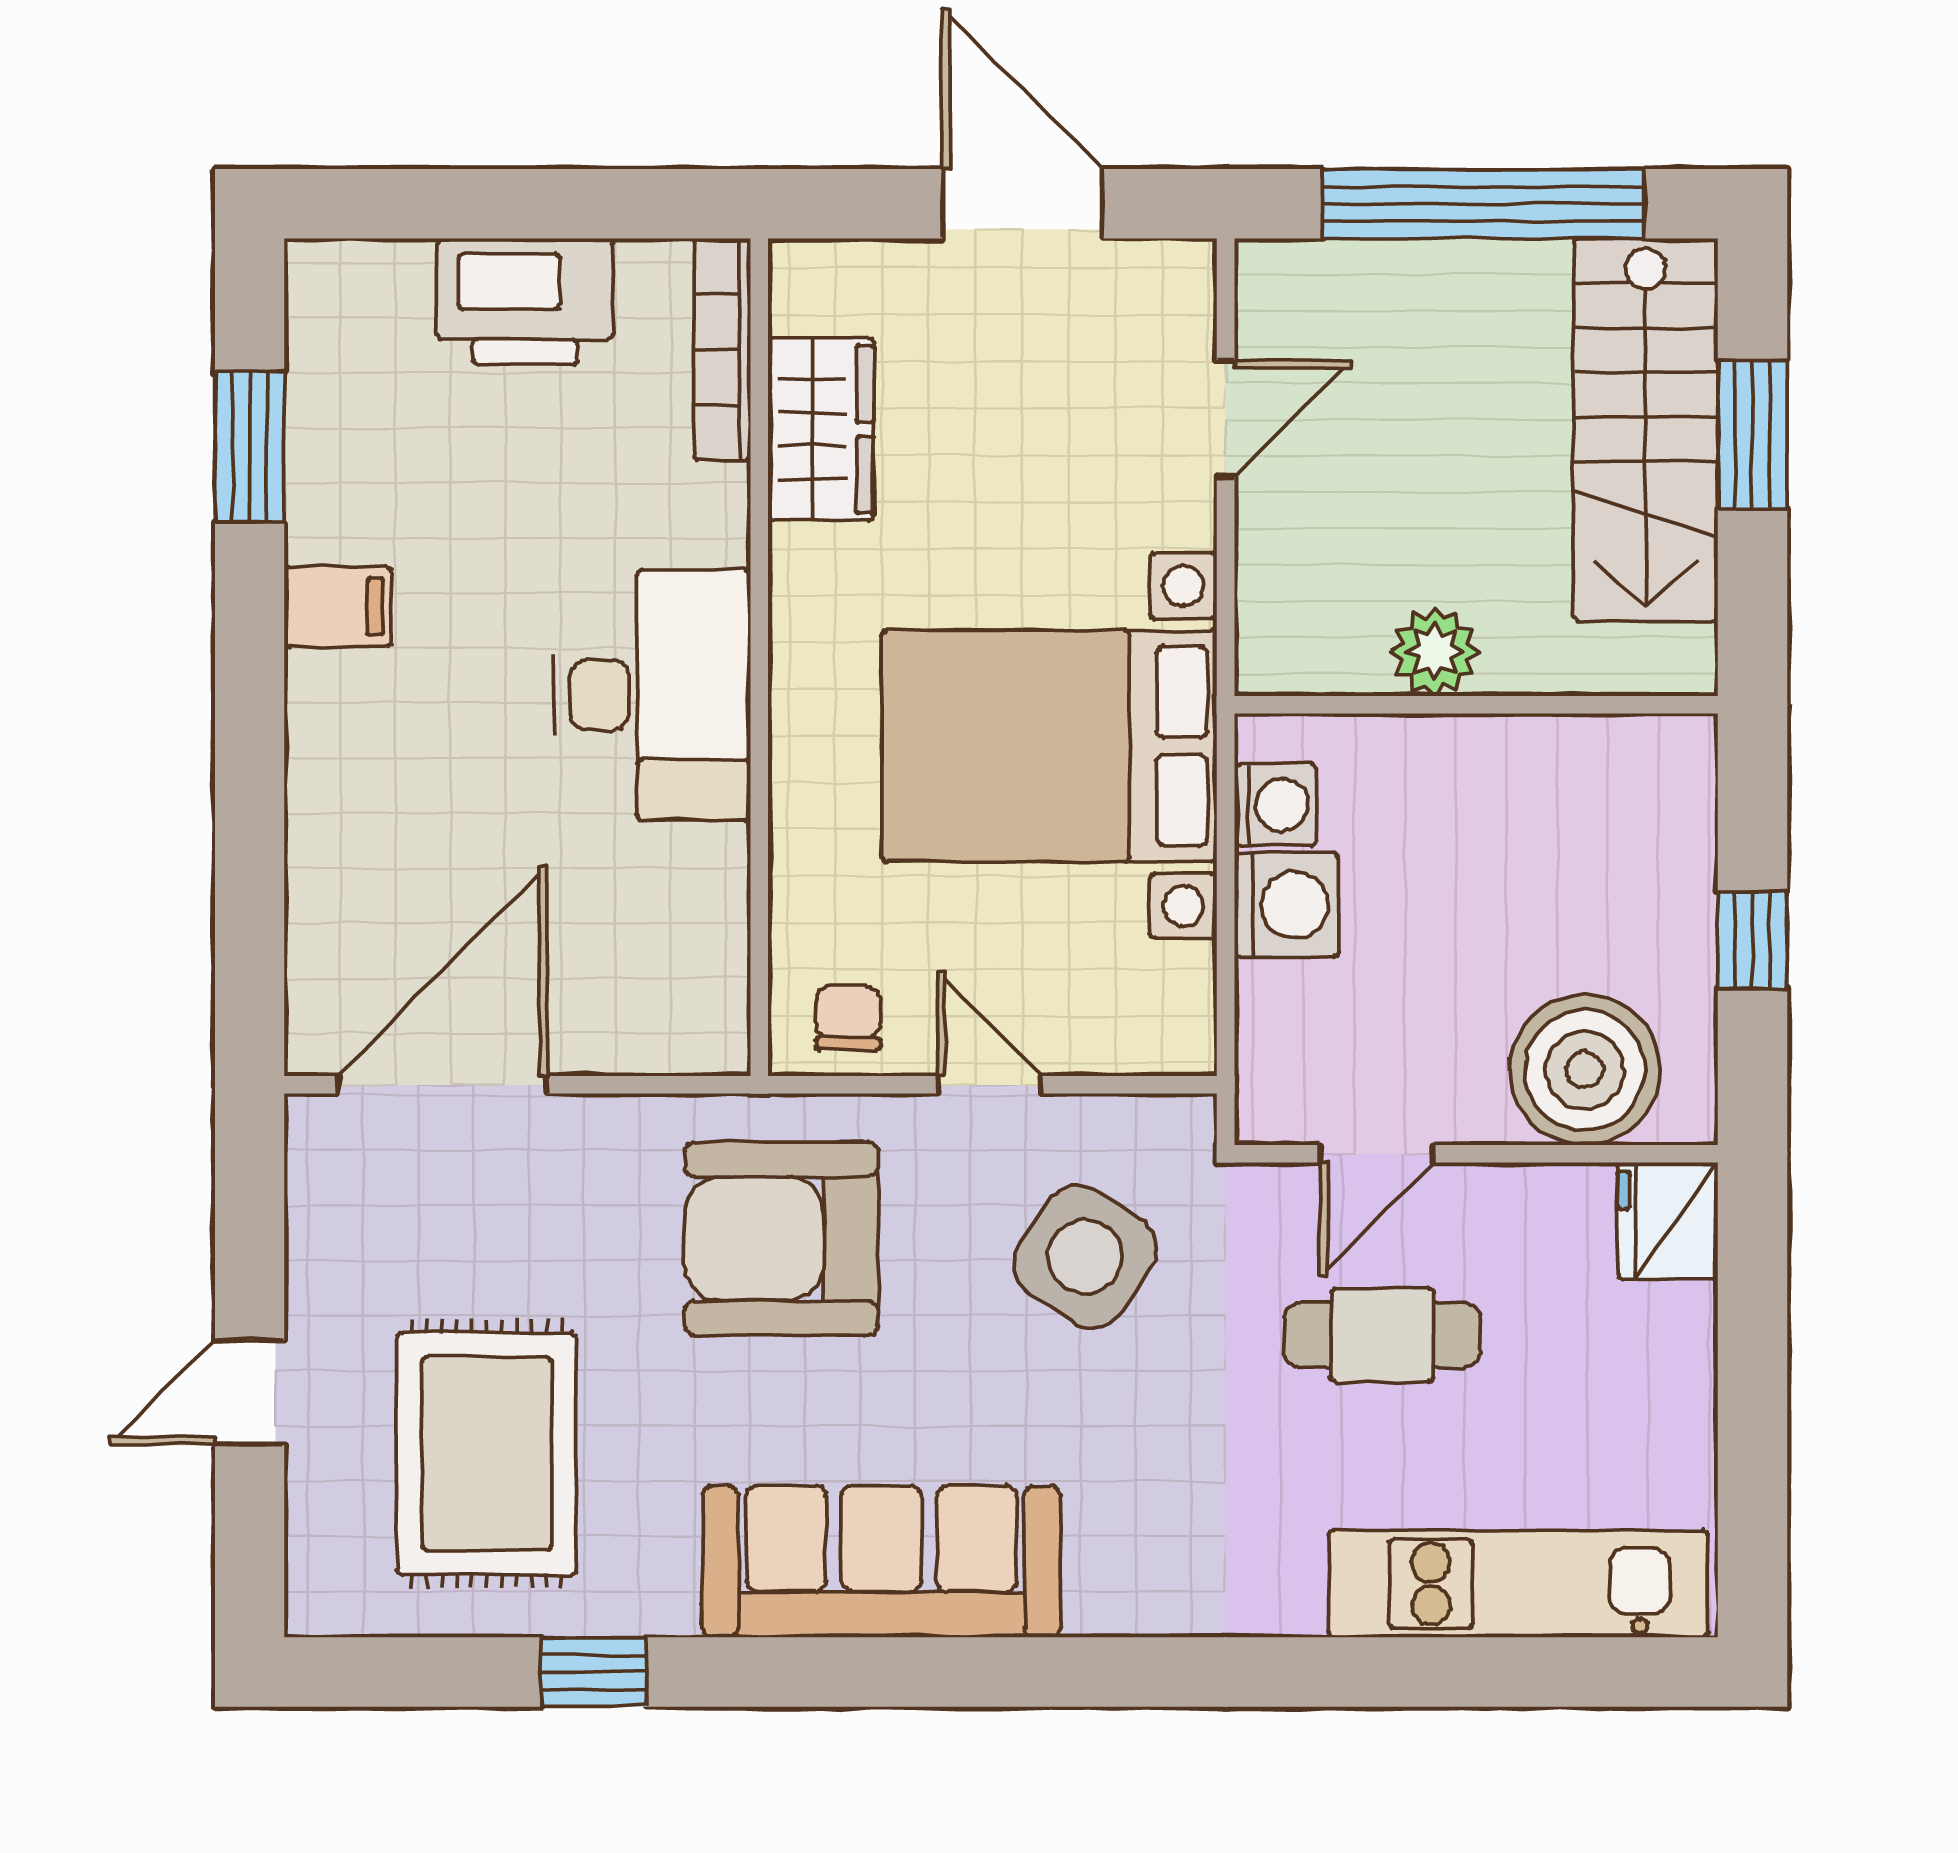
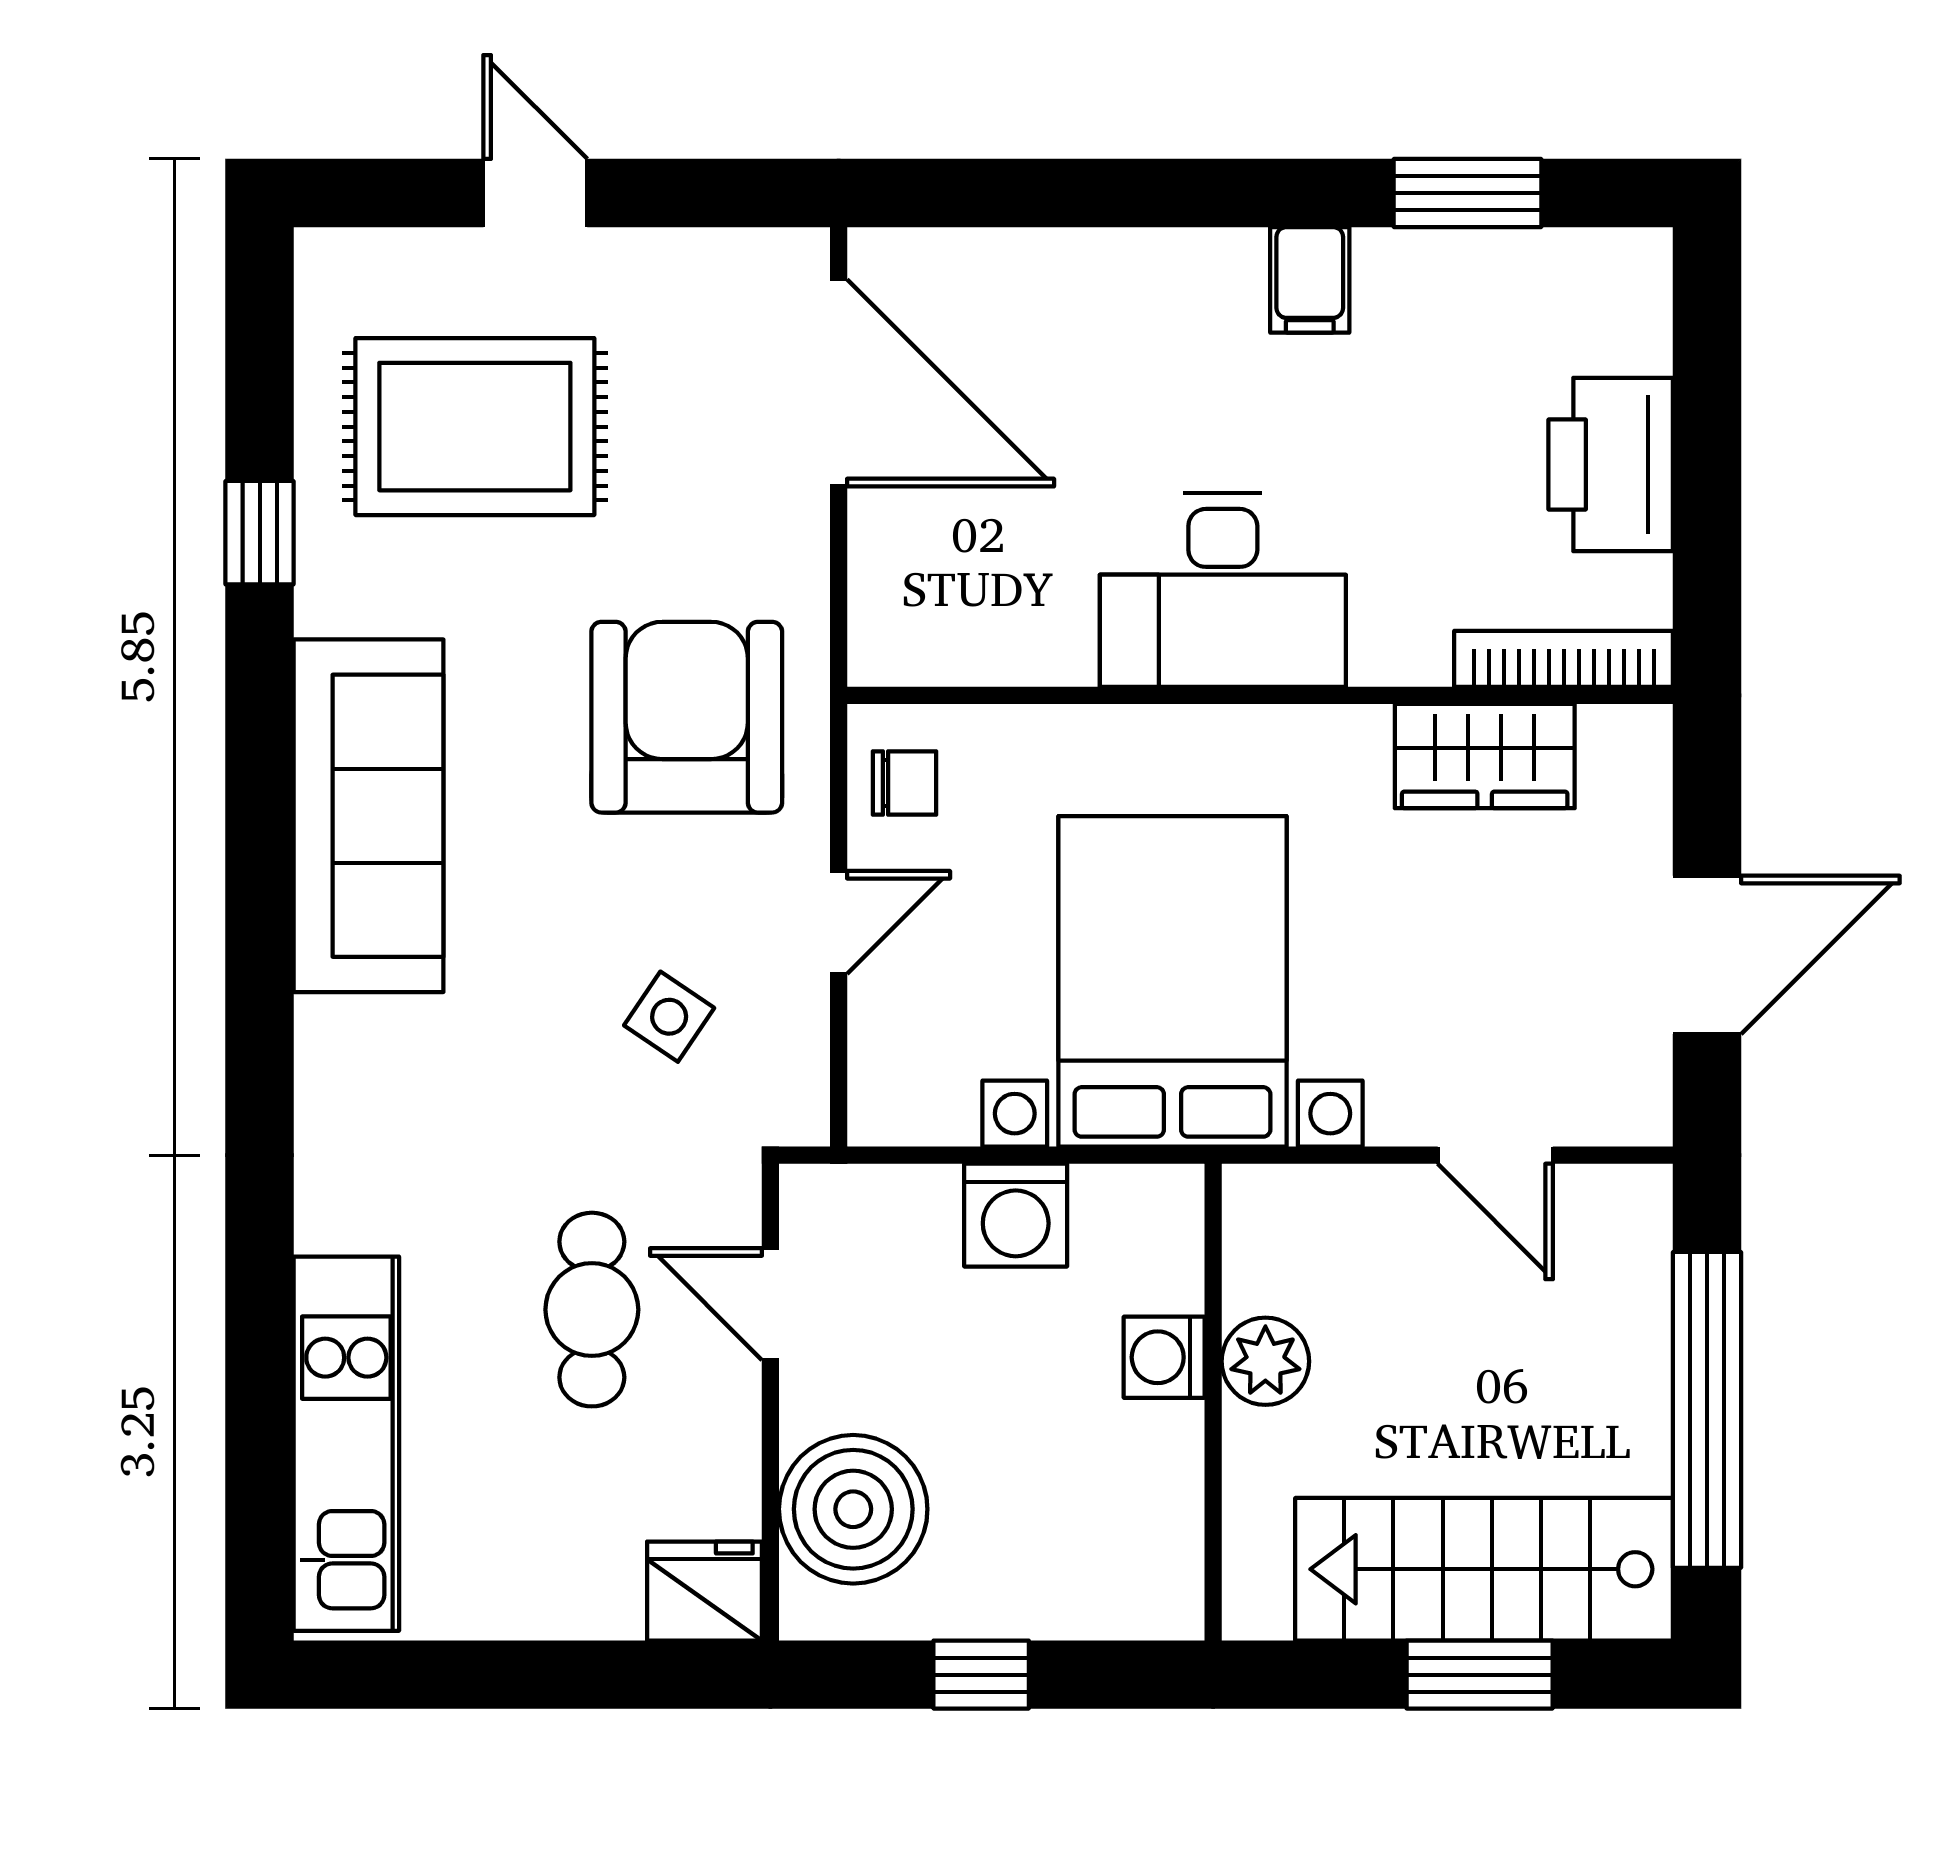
washing machine: (1275, 805) -> (1164, 1357), moved, turned 90
side table: (1085, 1257) -> (669, 1017), width x0.54, depth x0.54

